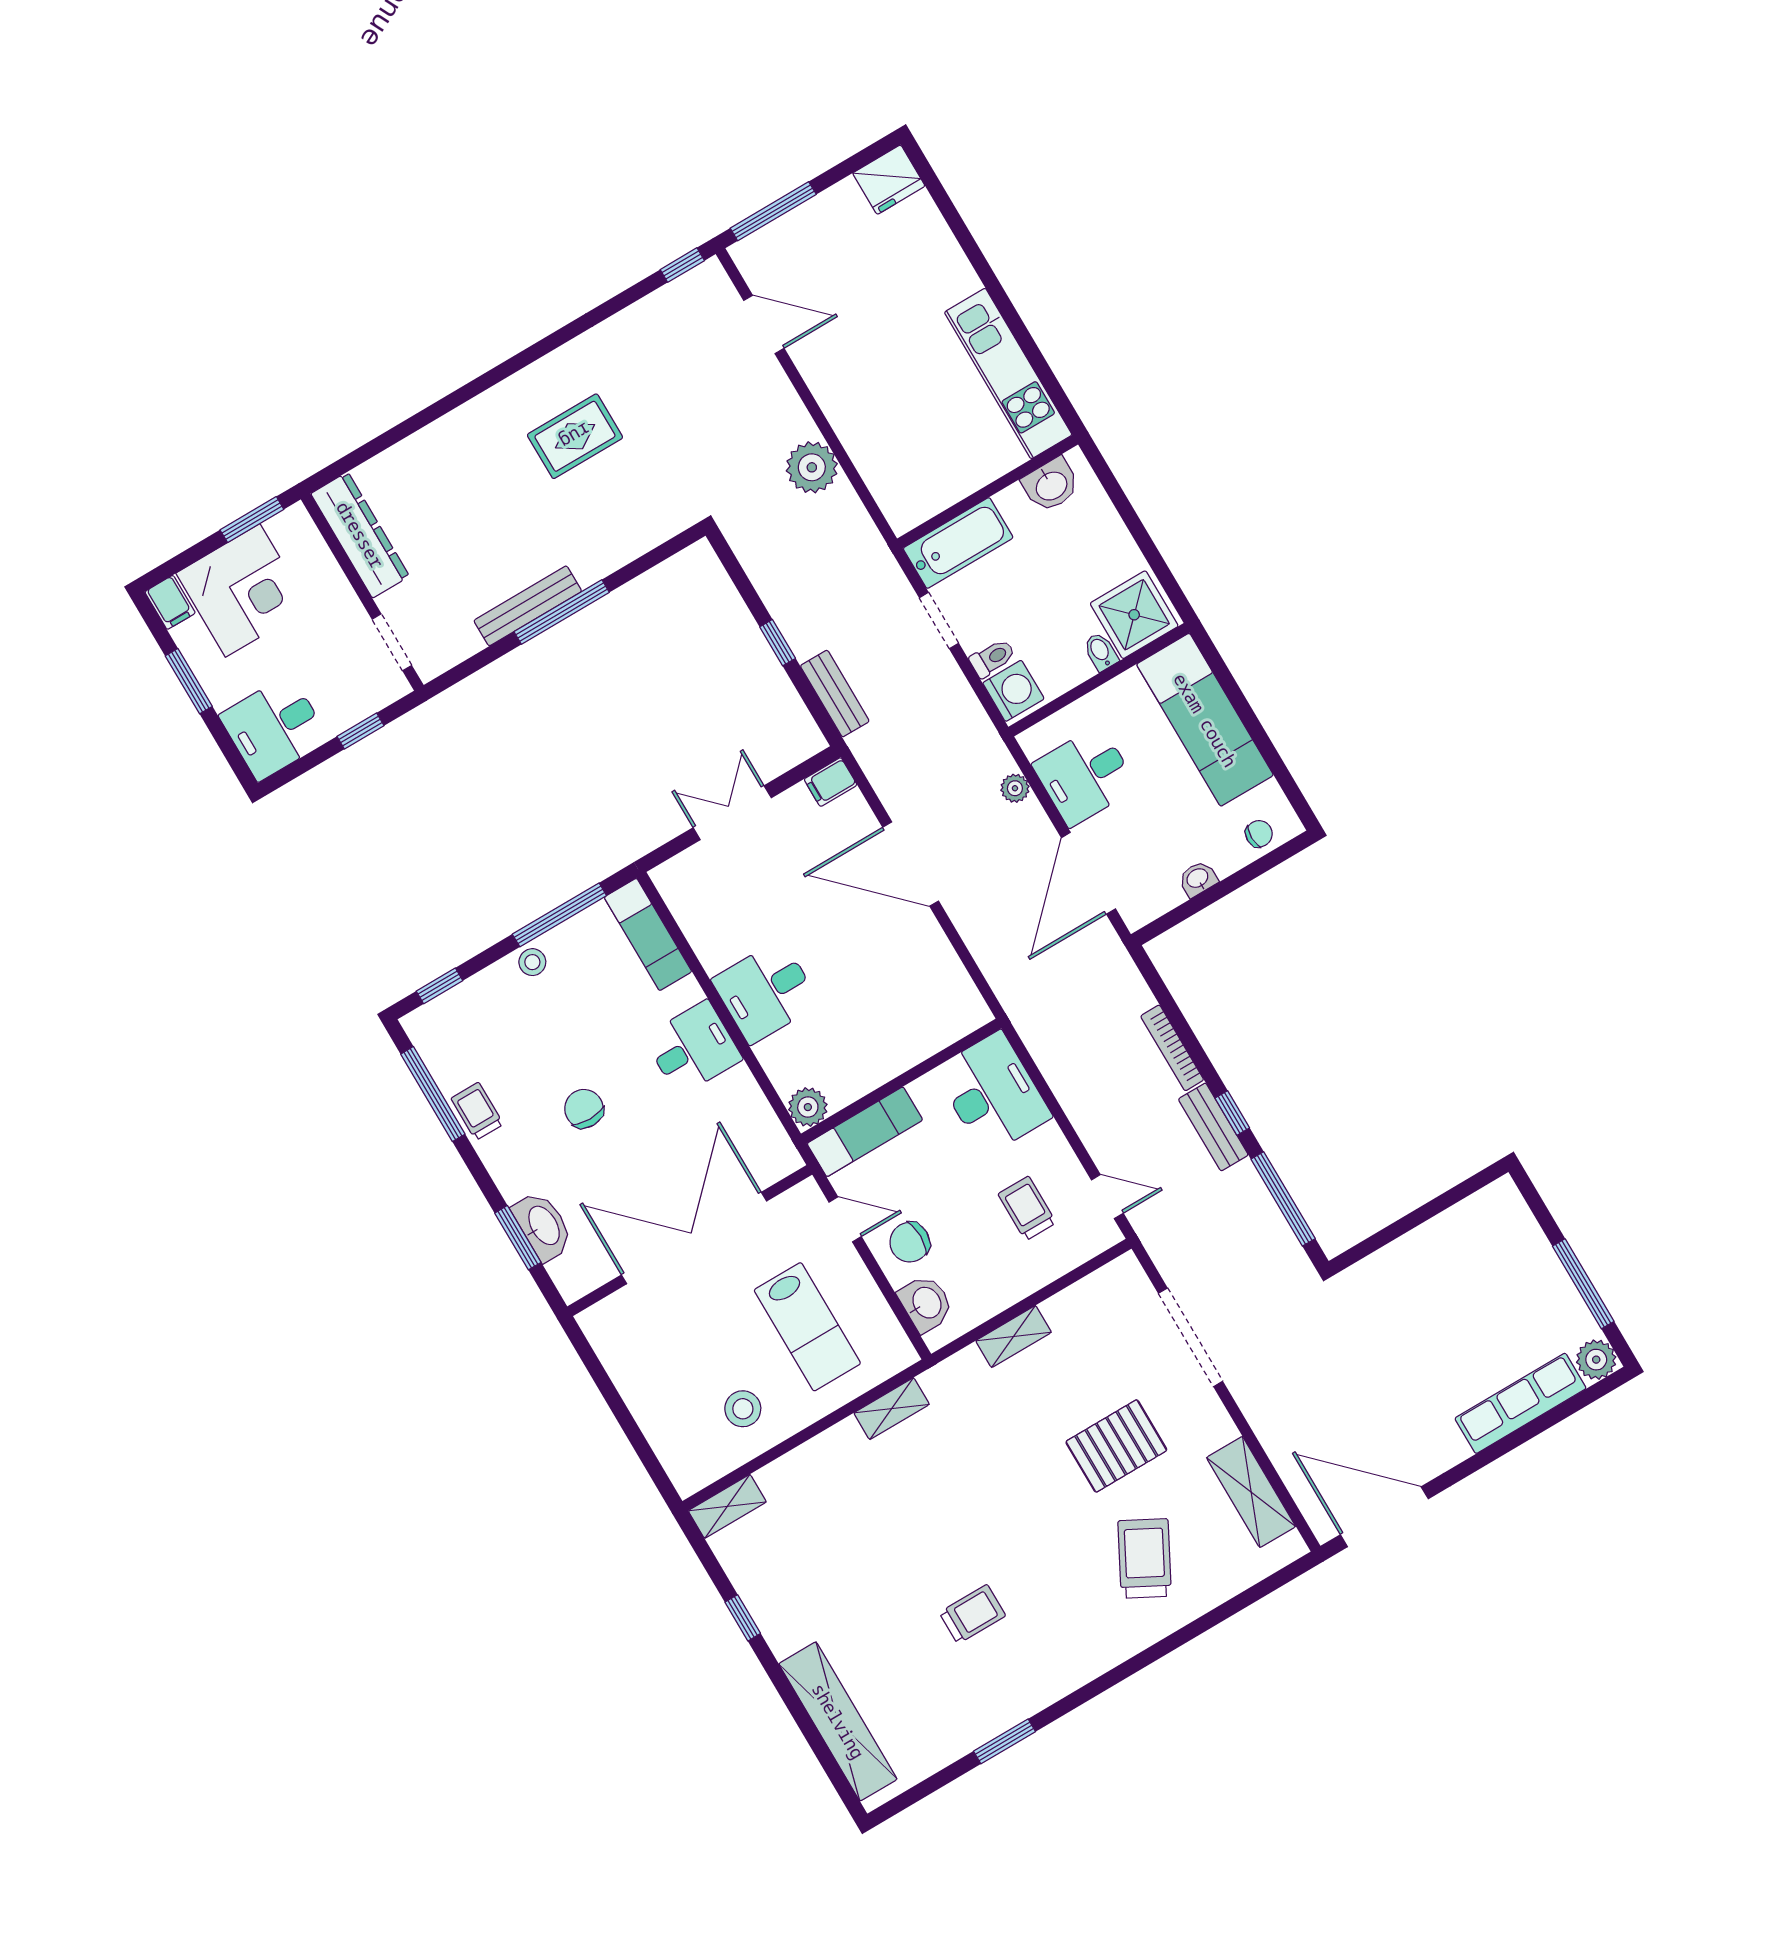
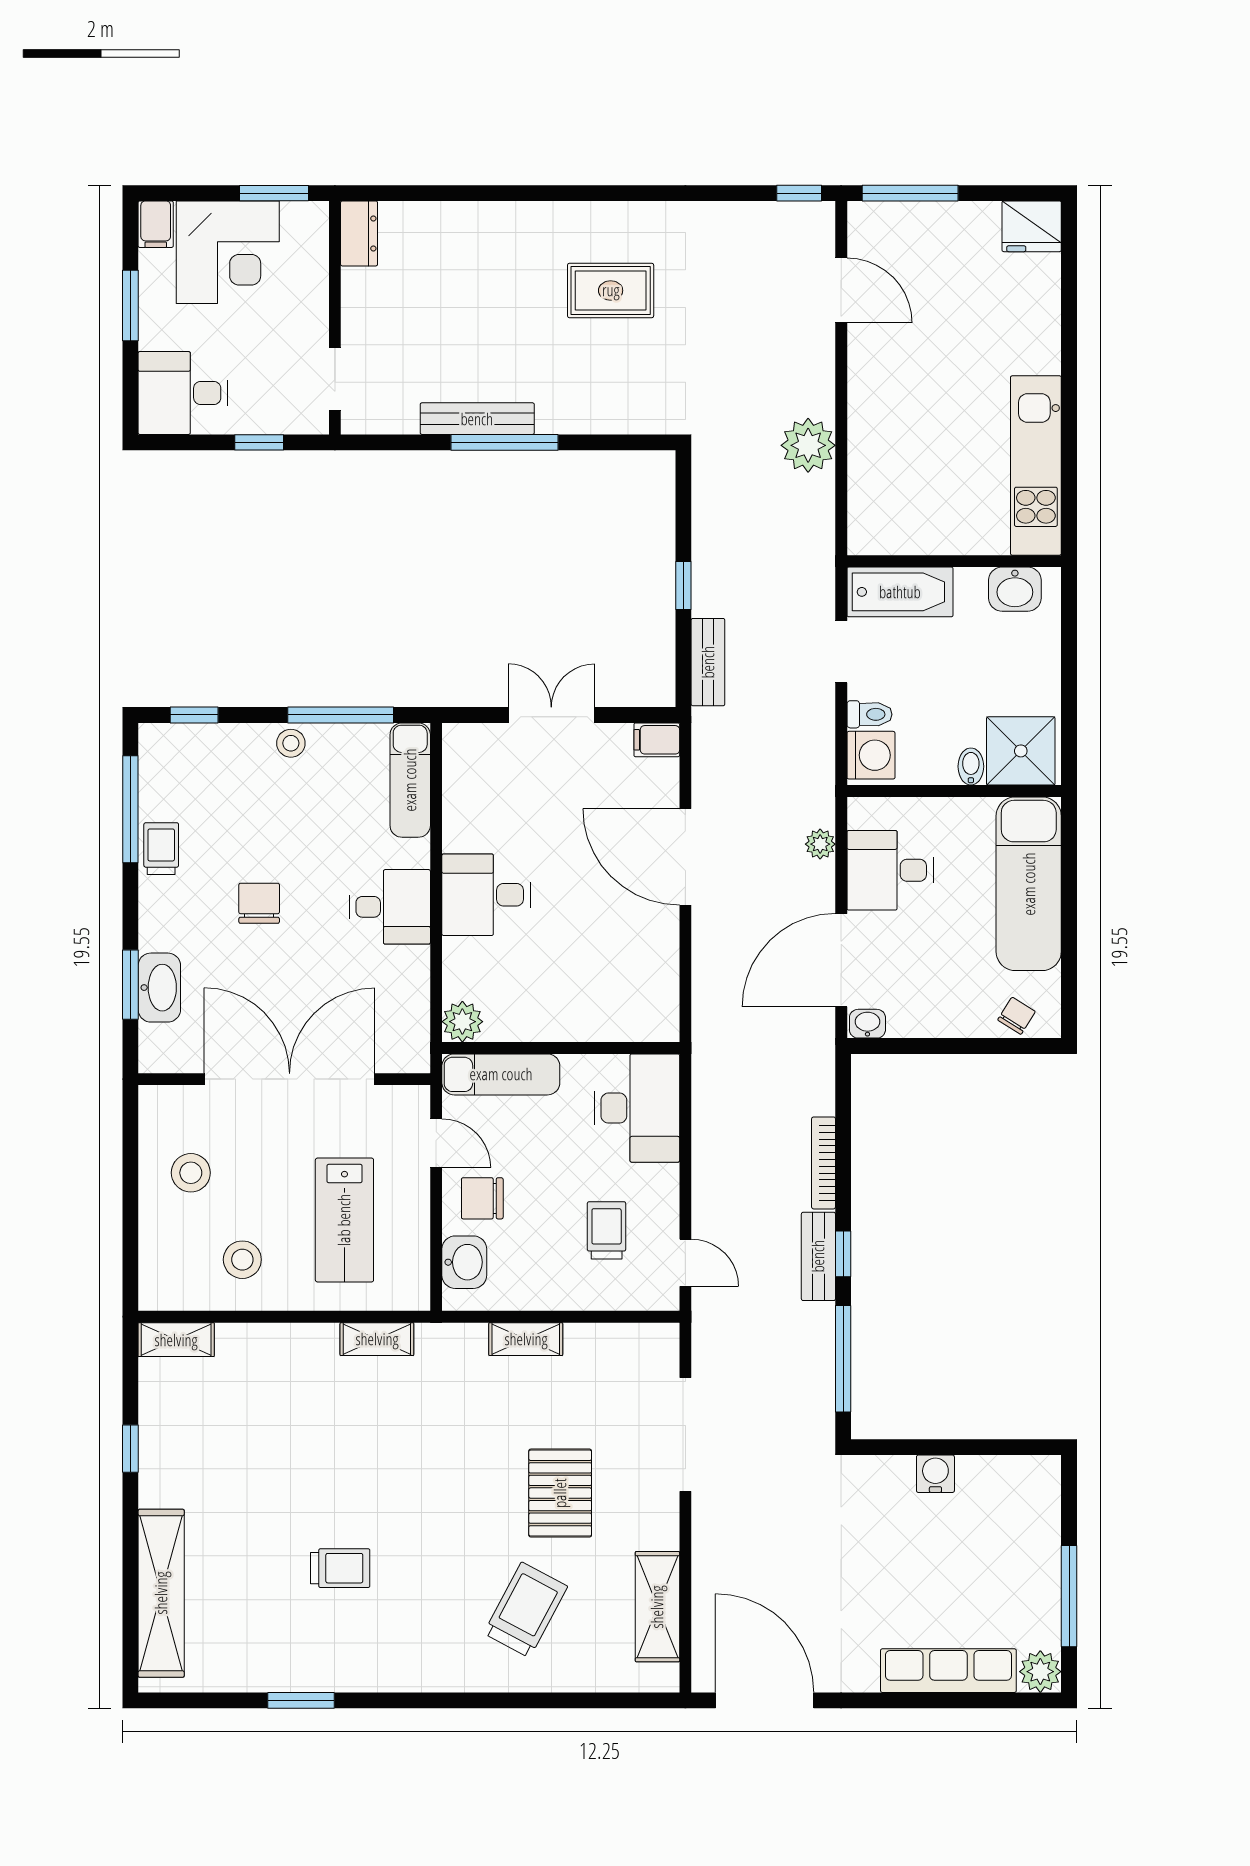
dresser: (360, 535) -> (359, 233), width x0.51, depth x0.80
chair: (1259, 834) -> (1017, 1016), turned -58
washbasin: (1198, 879) -> (867, 1024), moved
water cooler: (1414, 1248) -> (935, 1474), added
stool: (659, 1363) -> (191, 1173), added
pallet: (1116, 1446) -> (560, 1493), turned 90

